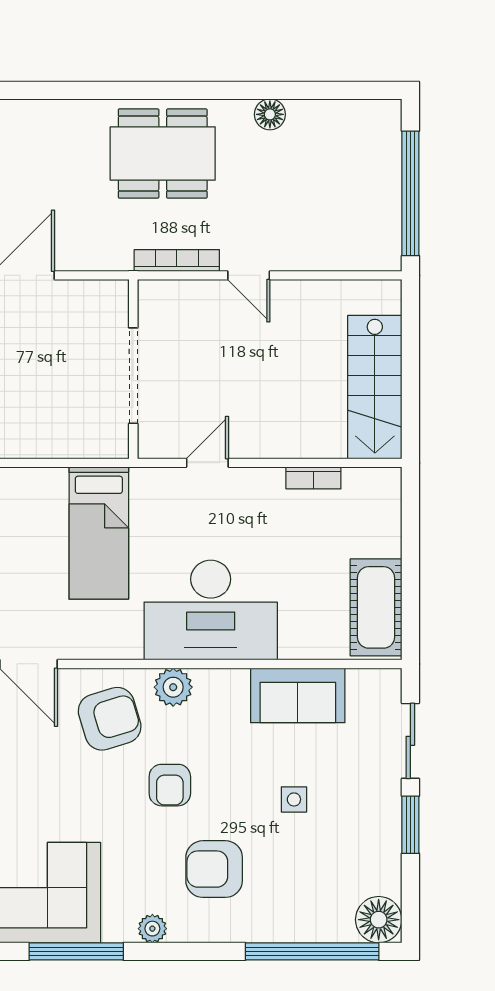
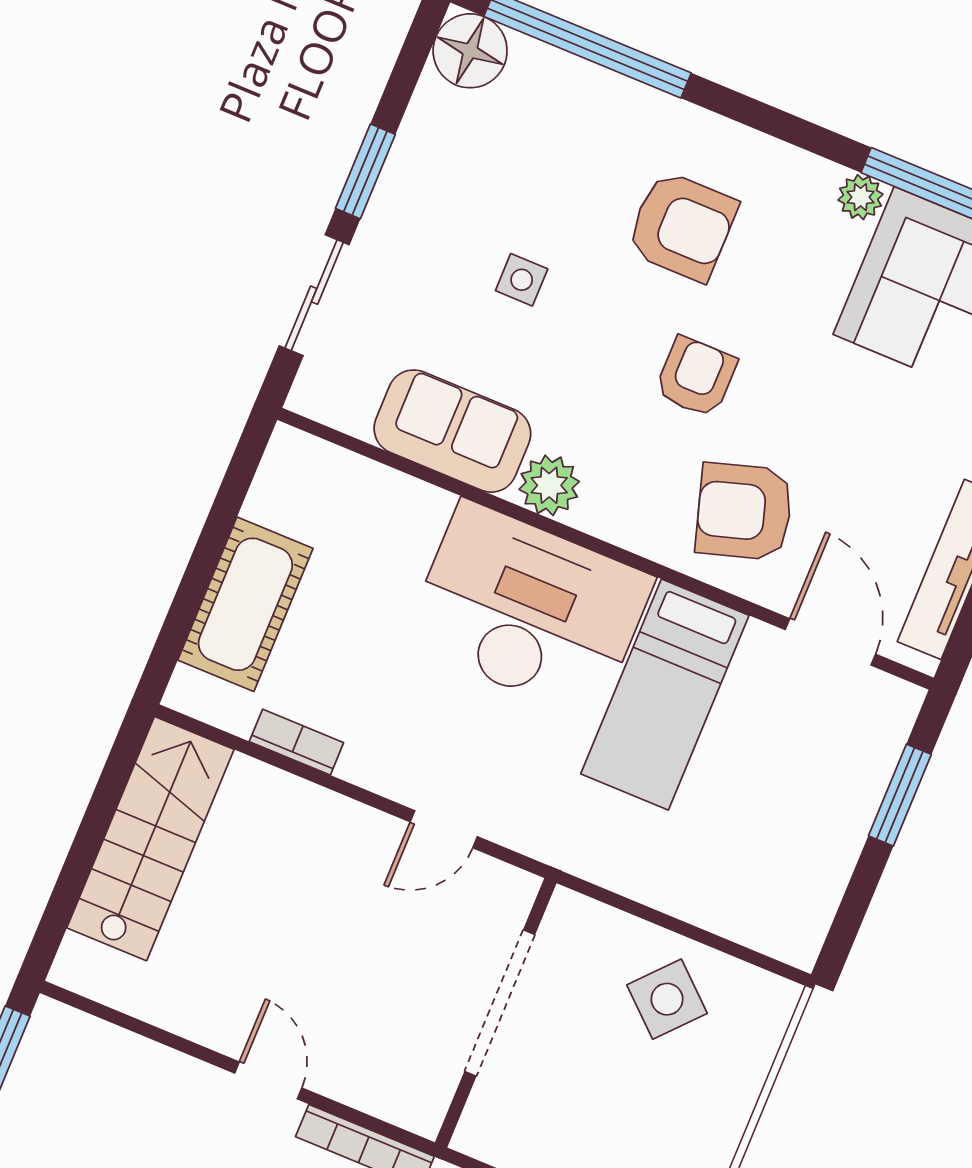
side table: (37, 418) -> (667, 999), added
bed: (99, 533) -> (665, 695), moved, turned 180
cot: (376, 607) -> (245, 604), moved
plant: (173, 687) -> (549, 485), moved
plant: (152, 929) -> (861, 197), moved

